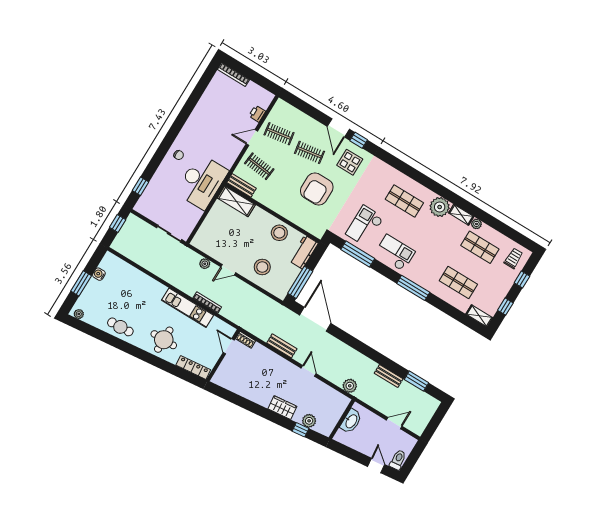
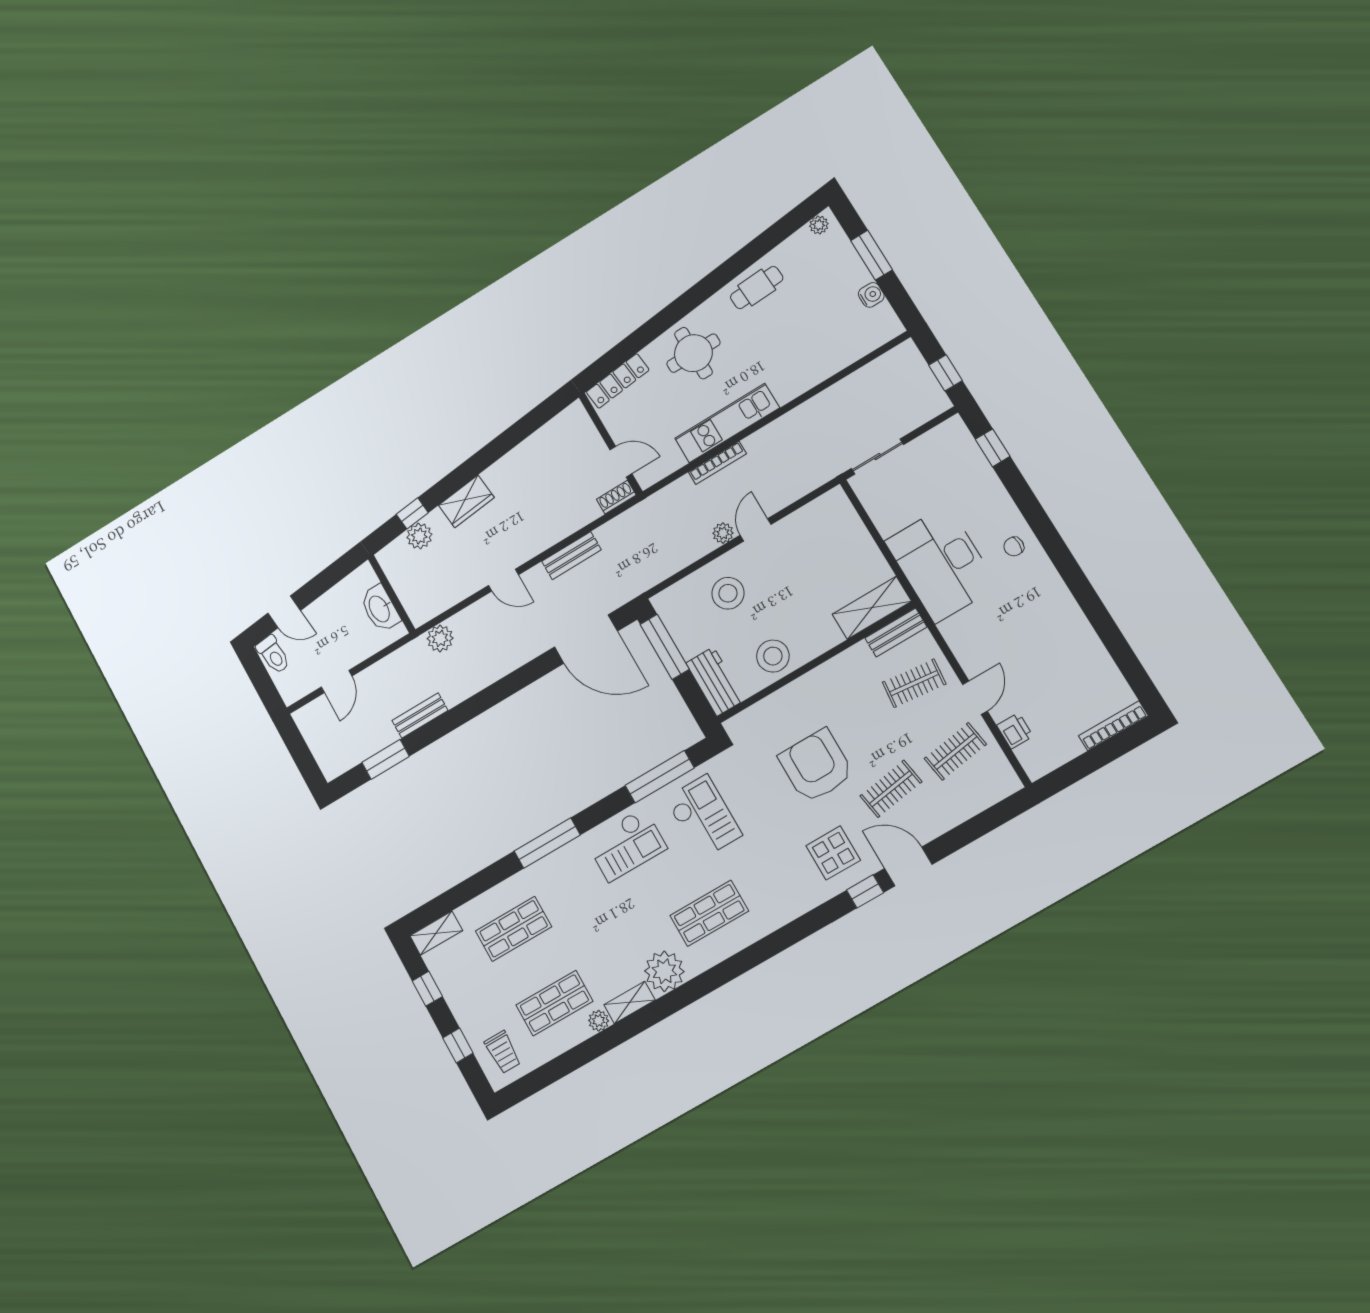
plant: (205, 264) -> (723, 533), moved

